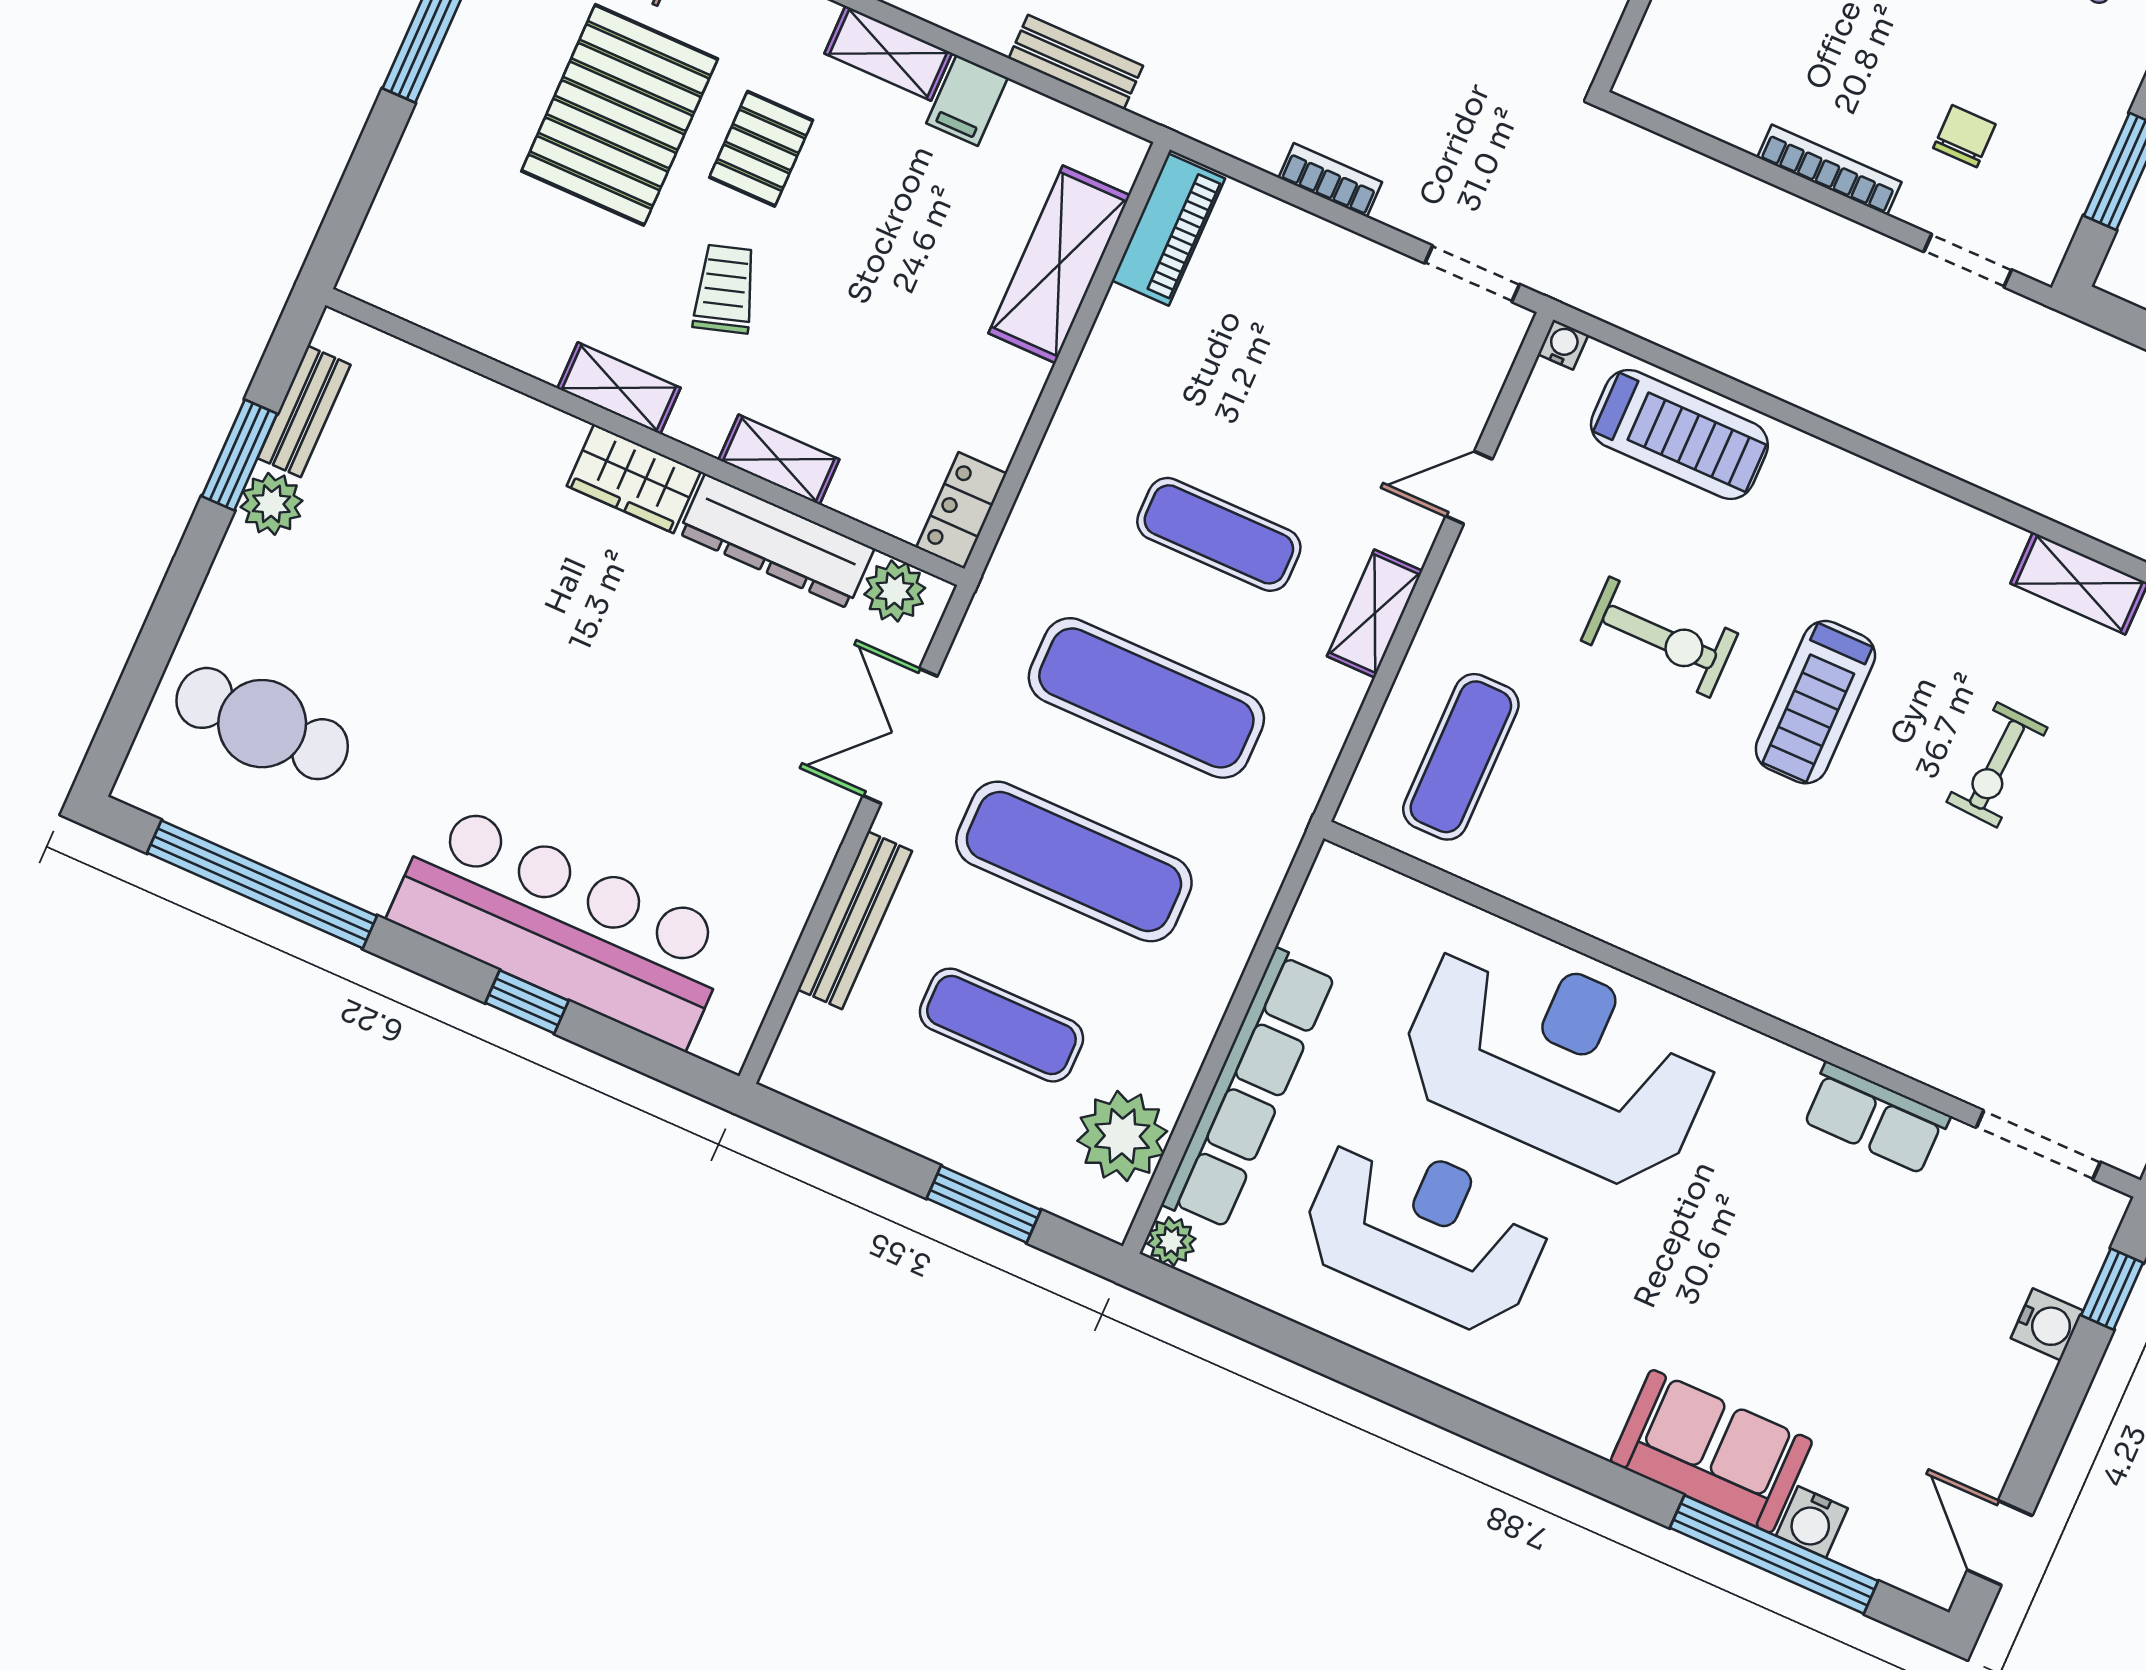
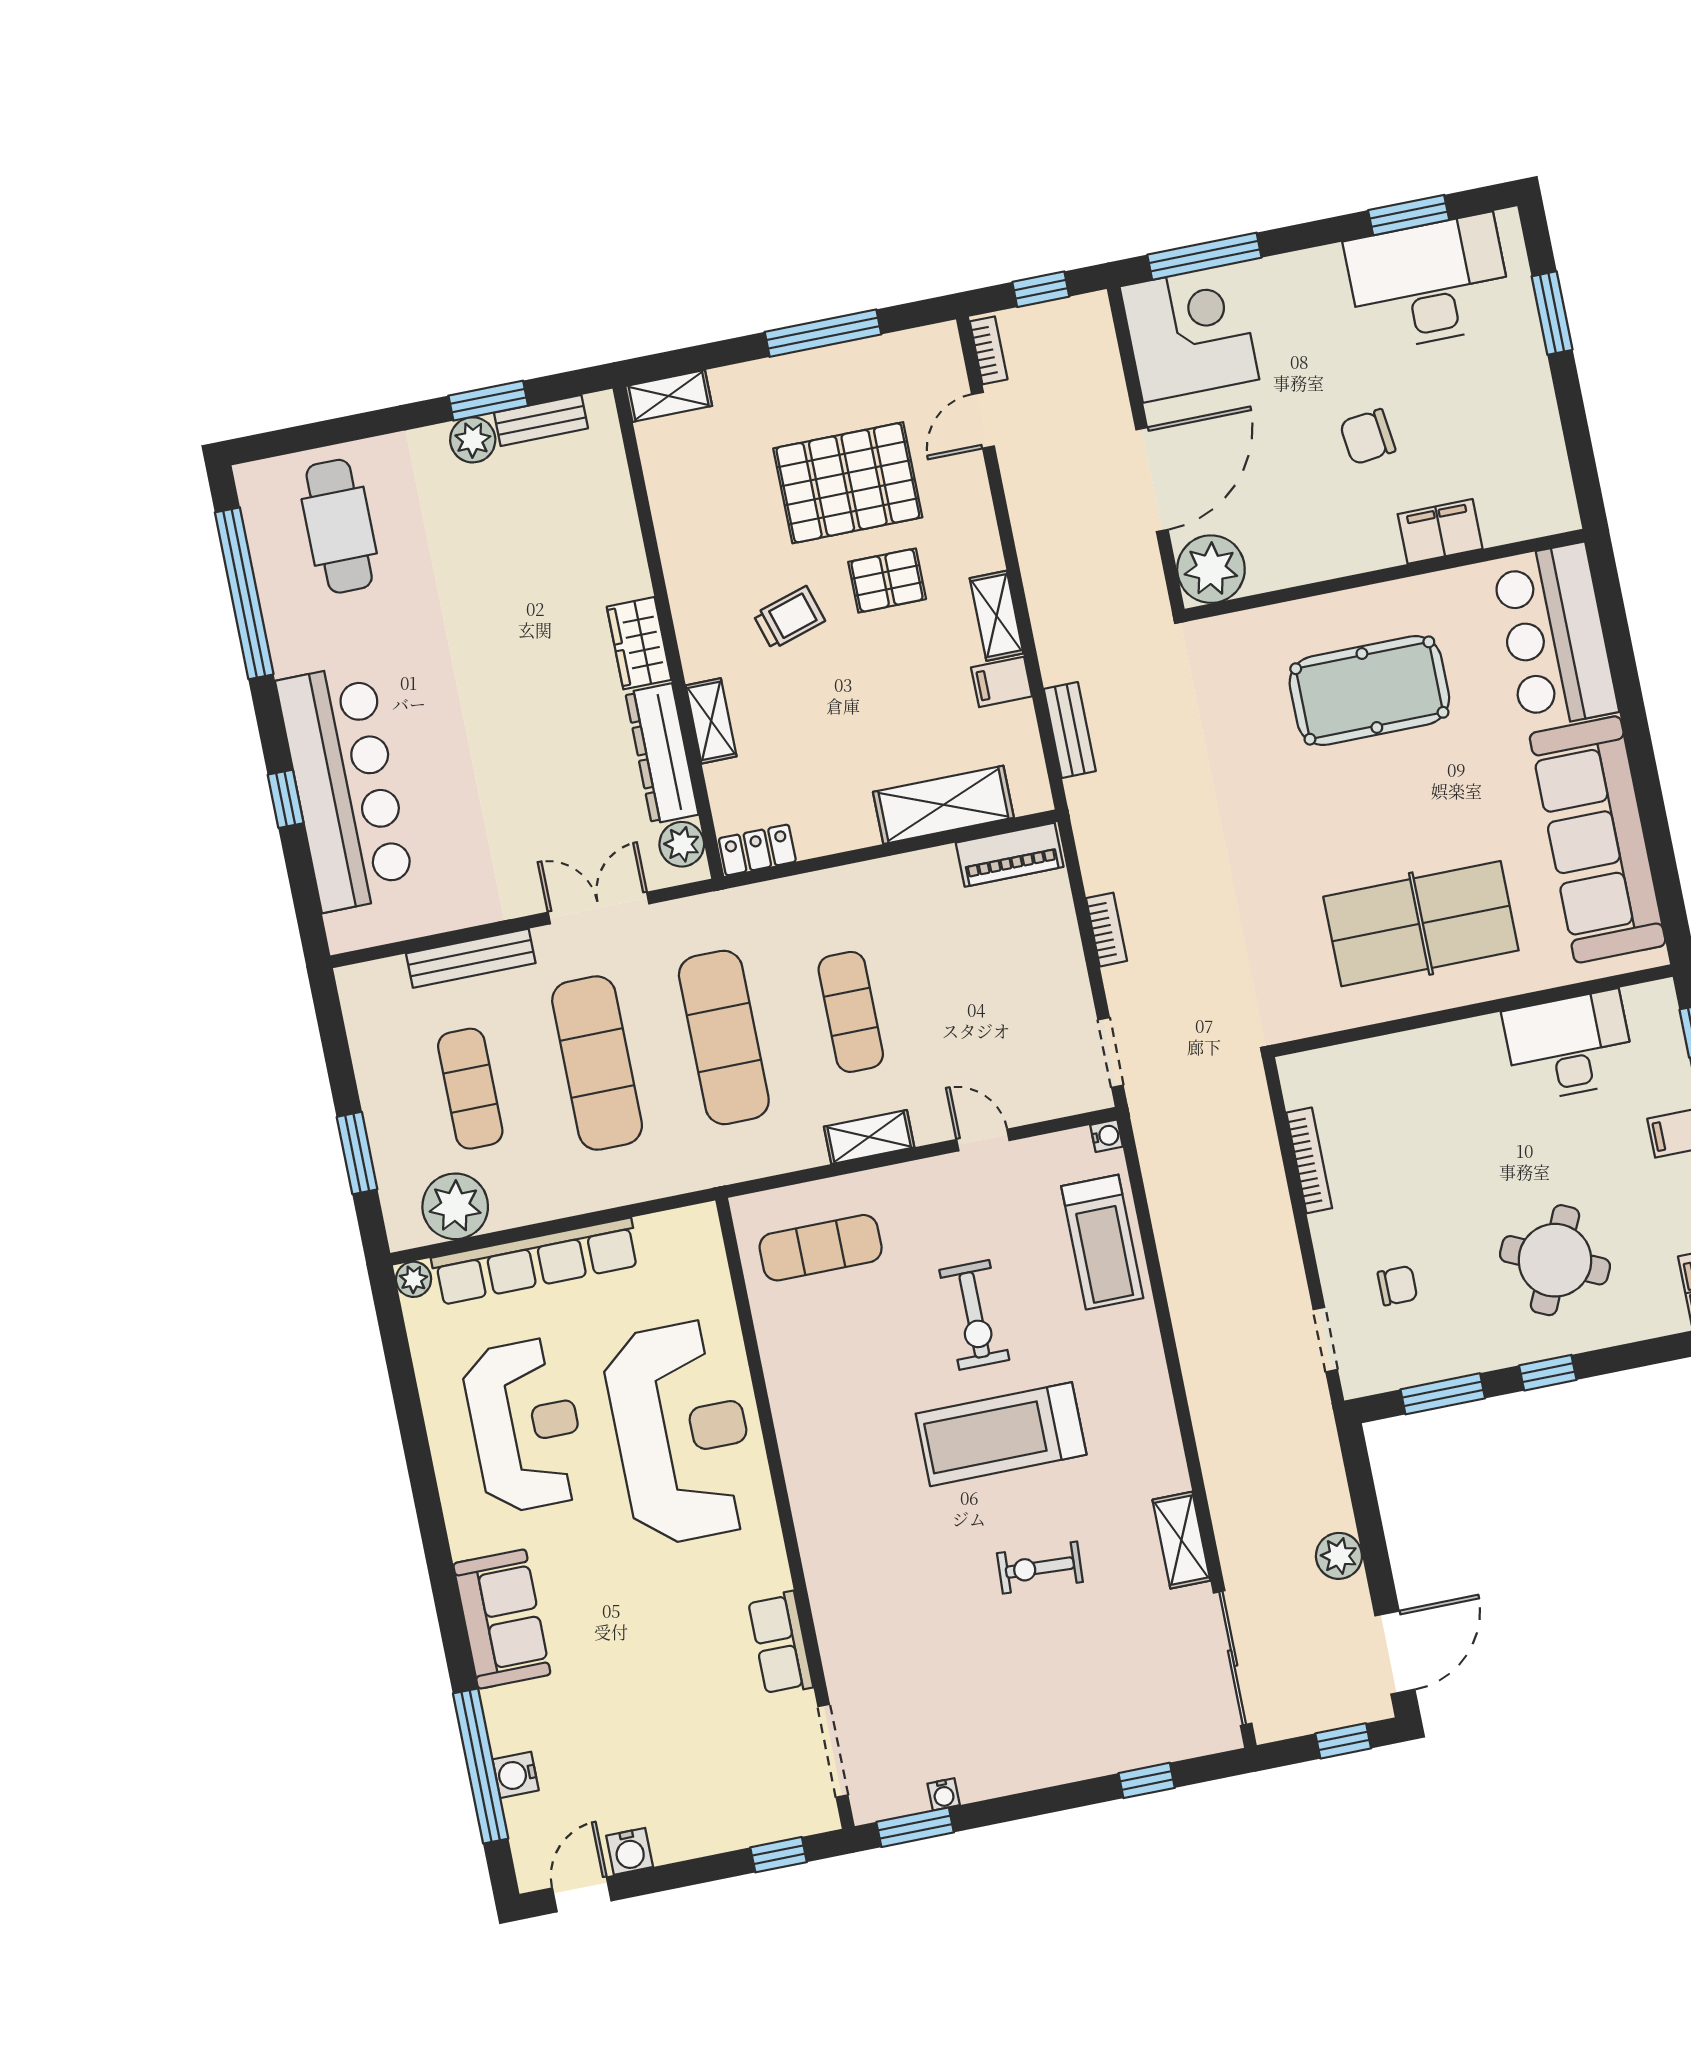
bookcase: (1829, 170) -> (1309, 1160), moved
shelving: (619, 388) -> (669, 396), moved, turned 90
treadmill: (1815, 702) -> (1001, 1434), width x1.37, depth x1.37
water cooler: (2047, 1324) -> (630, 1851), moved
sofa: (1711, 1451) -> (502, 1619), moved

